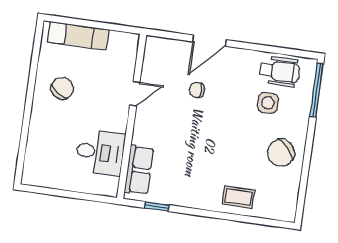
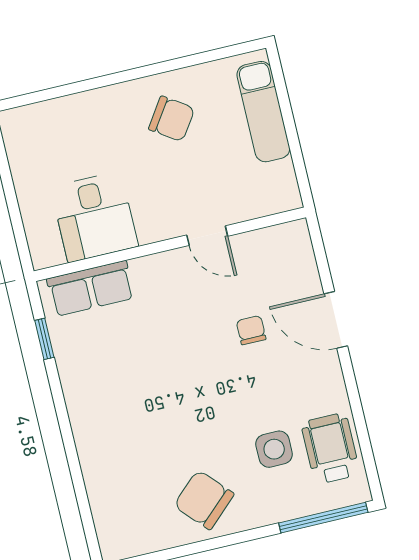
wheelchair: (280, 71) -> (330, 448), turned 180
coffee table: (238, 197) -> (109, 460), removed

